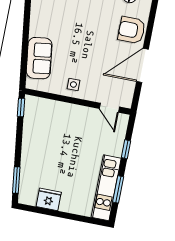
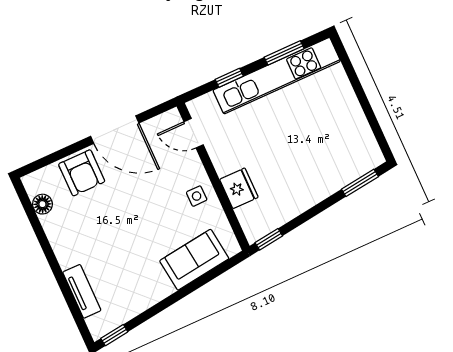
door: (109, 108) -> (194, 133), swing flipped
kitchen unit: (106, 188) -> (277, 76), width x1.36
fridge: (49, 199) -> (239, 188), moved, turned 180

